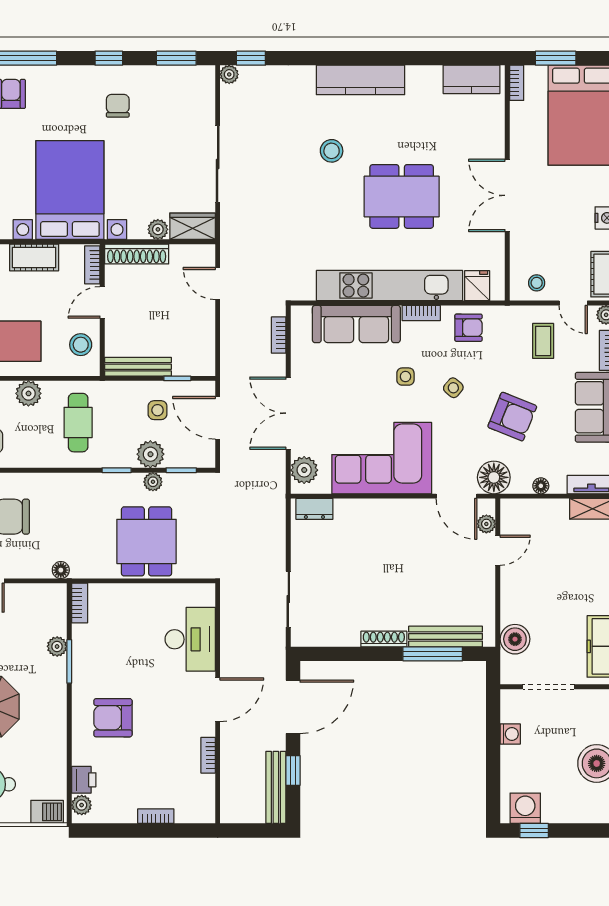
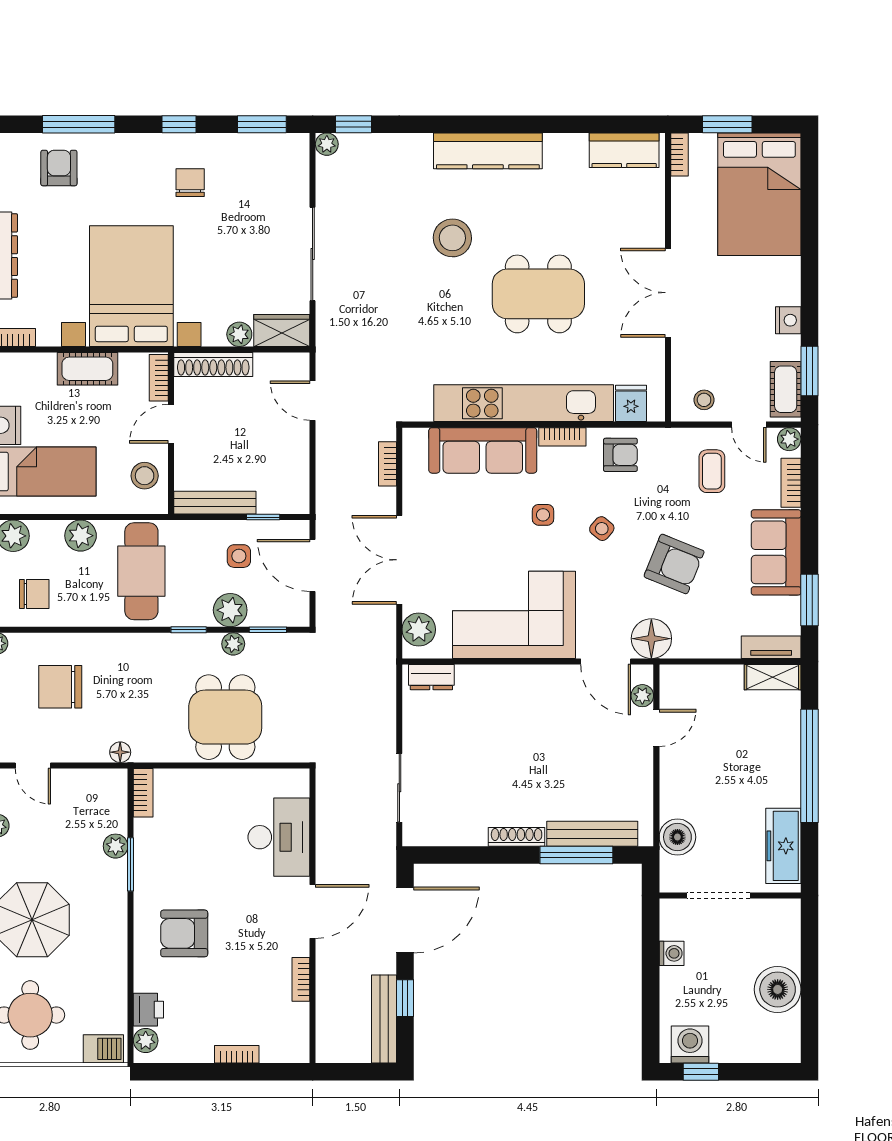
stool: (332, 151) -> (452, 238), width x1.38, depth x1.38
cafe table: (78, 423) -> (141, 571), width x1.37, depth x1.35
floor lamp: (541, 486) -> (709, 649), removed

